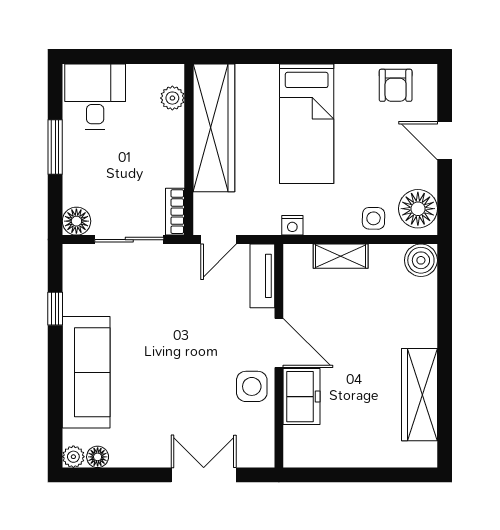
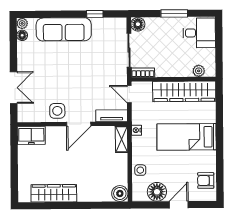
floor lamp: (418, 209) -> (157, 192), moved
shelving: (341, 256) -> (121, 139), moved
freezer: (302, 397) -> (31, 135), moved

